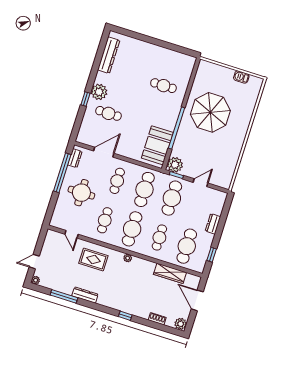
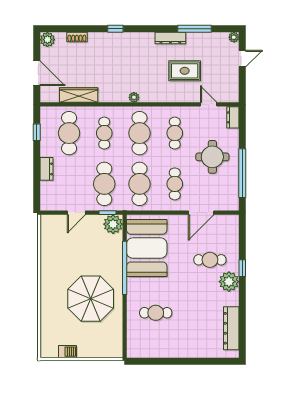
booth: (157, 145) -> (147, 248), width x1.36, depth x1.42
dresser: (75, 158) -> (233, 117), moved
rug: (93, 259) -> (185, 71), moved

